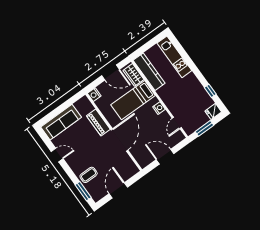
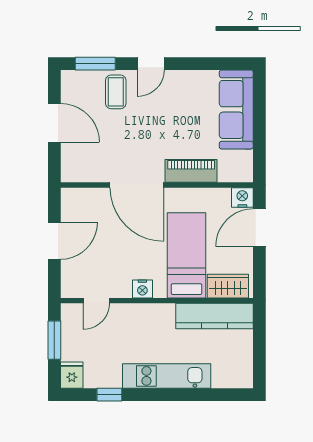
kitchen unit: (174, 57) -> (167, 376), moved
door: (110, 73) -> (259, 228), moved
door: (177, 123) -> (96, 301), swing flipped
door: (57, 155) -> (151, 64), moved

